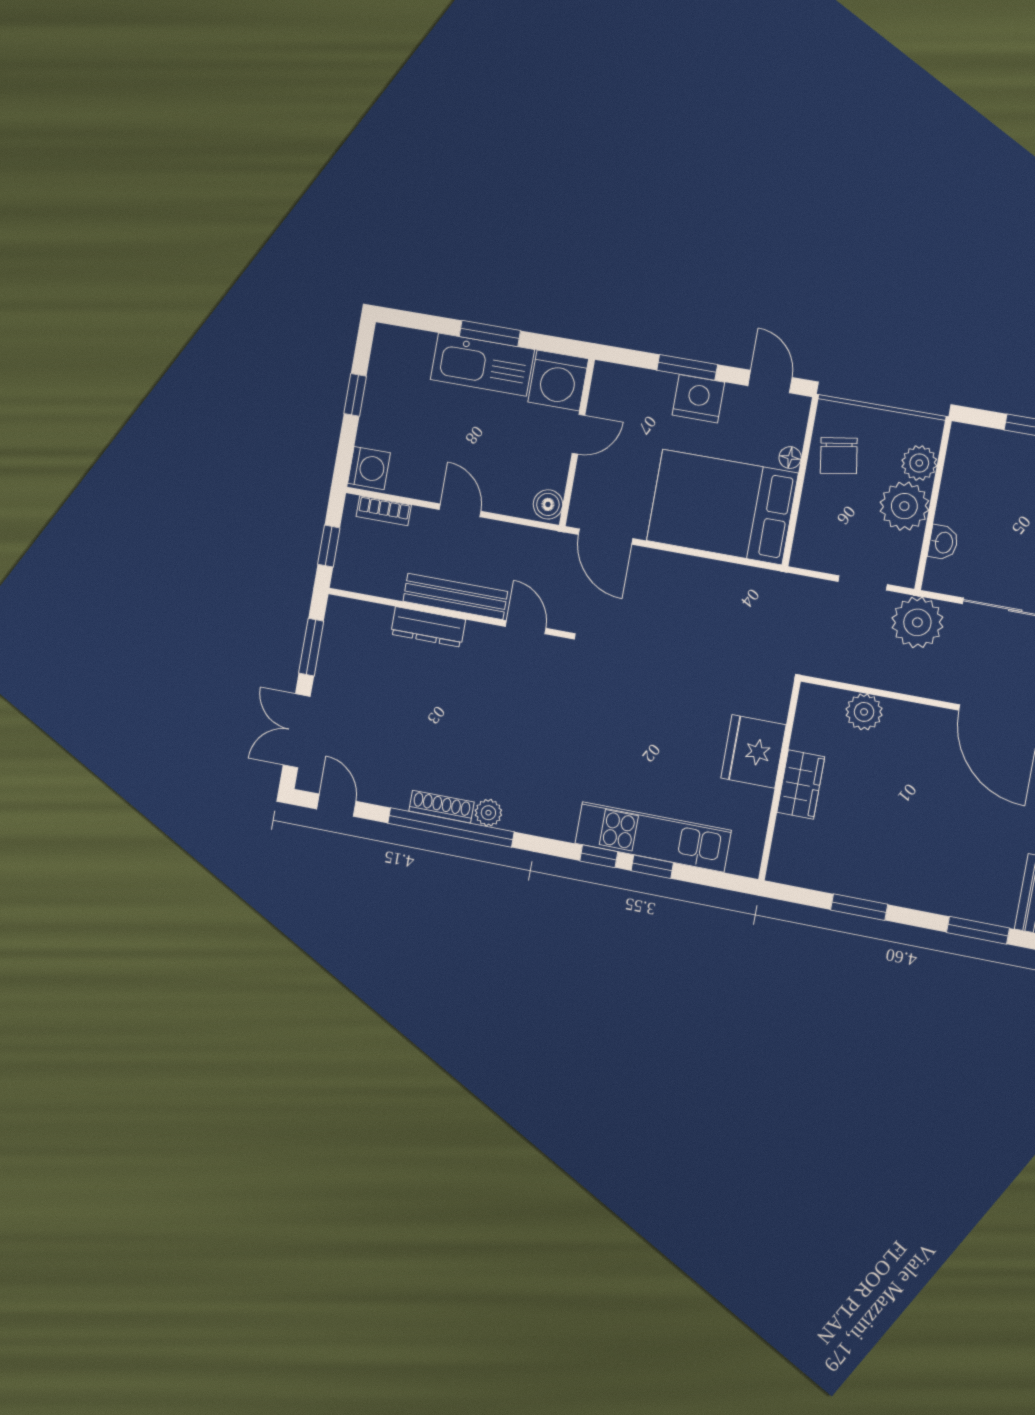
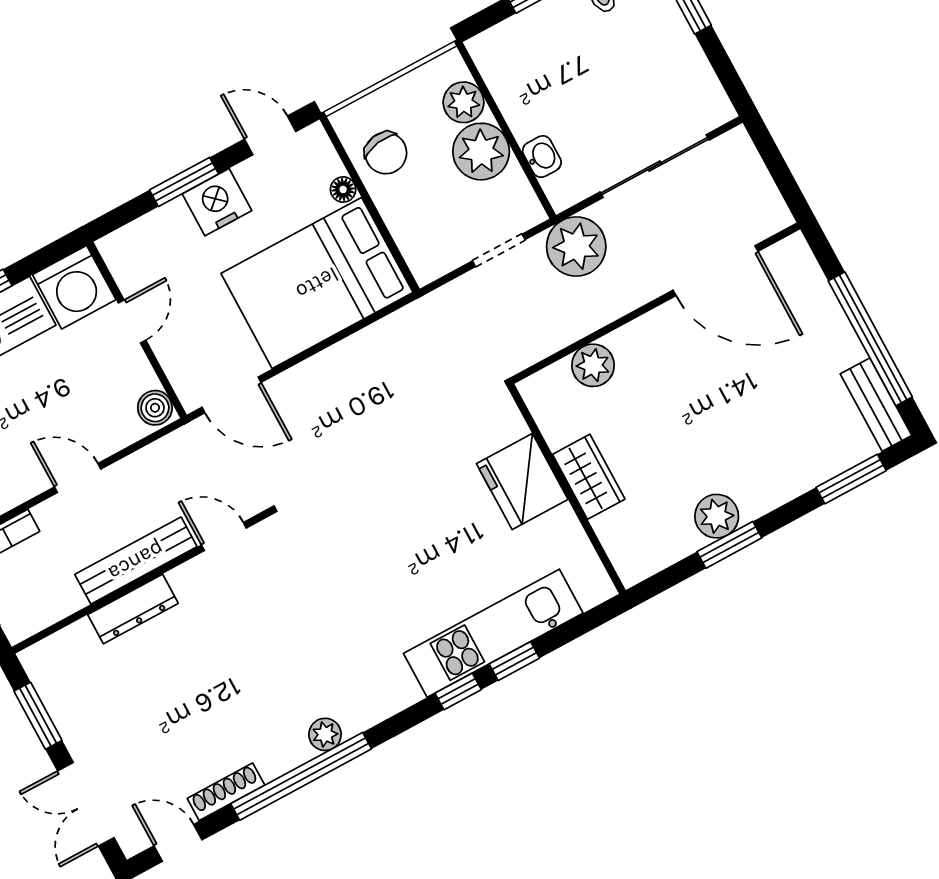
shoe rack: (441, 807) -> (226, 792), moved
plant: (866, 881) -> (717, 516), added

